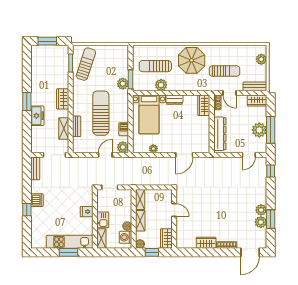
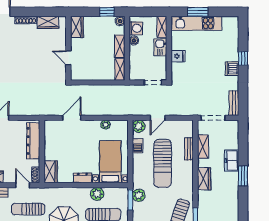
door: (174, 210) -> (68, 58), moved
wall: (174, 219) -> (68, 48), moved
wardrobe: (166, 238) -> (77, 27), moved

